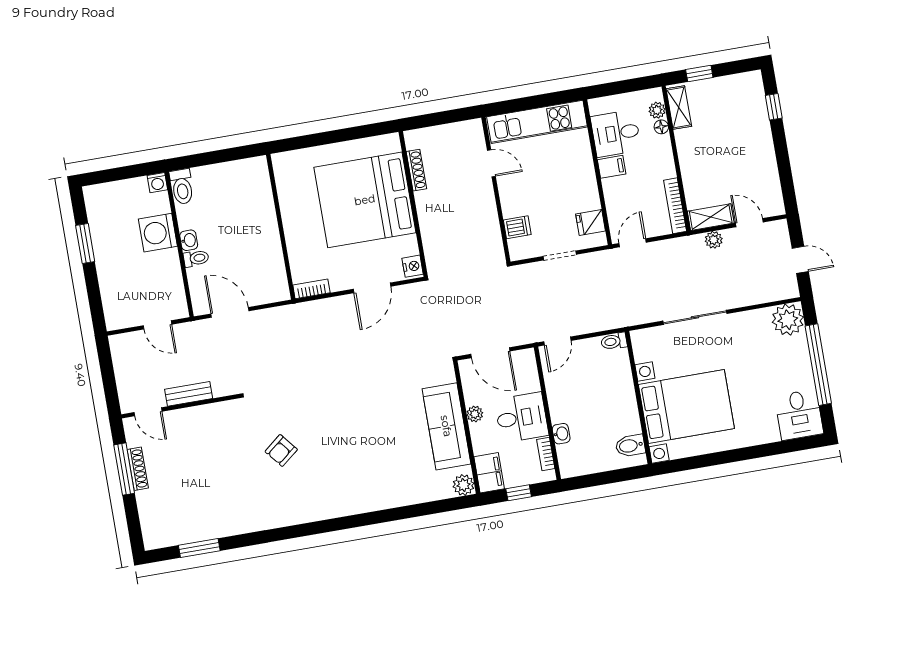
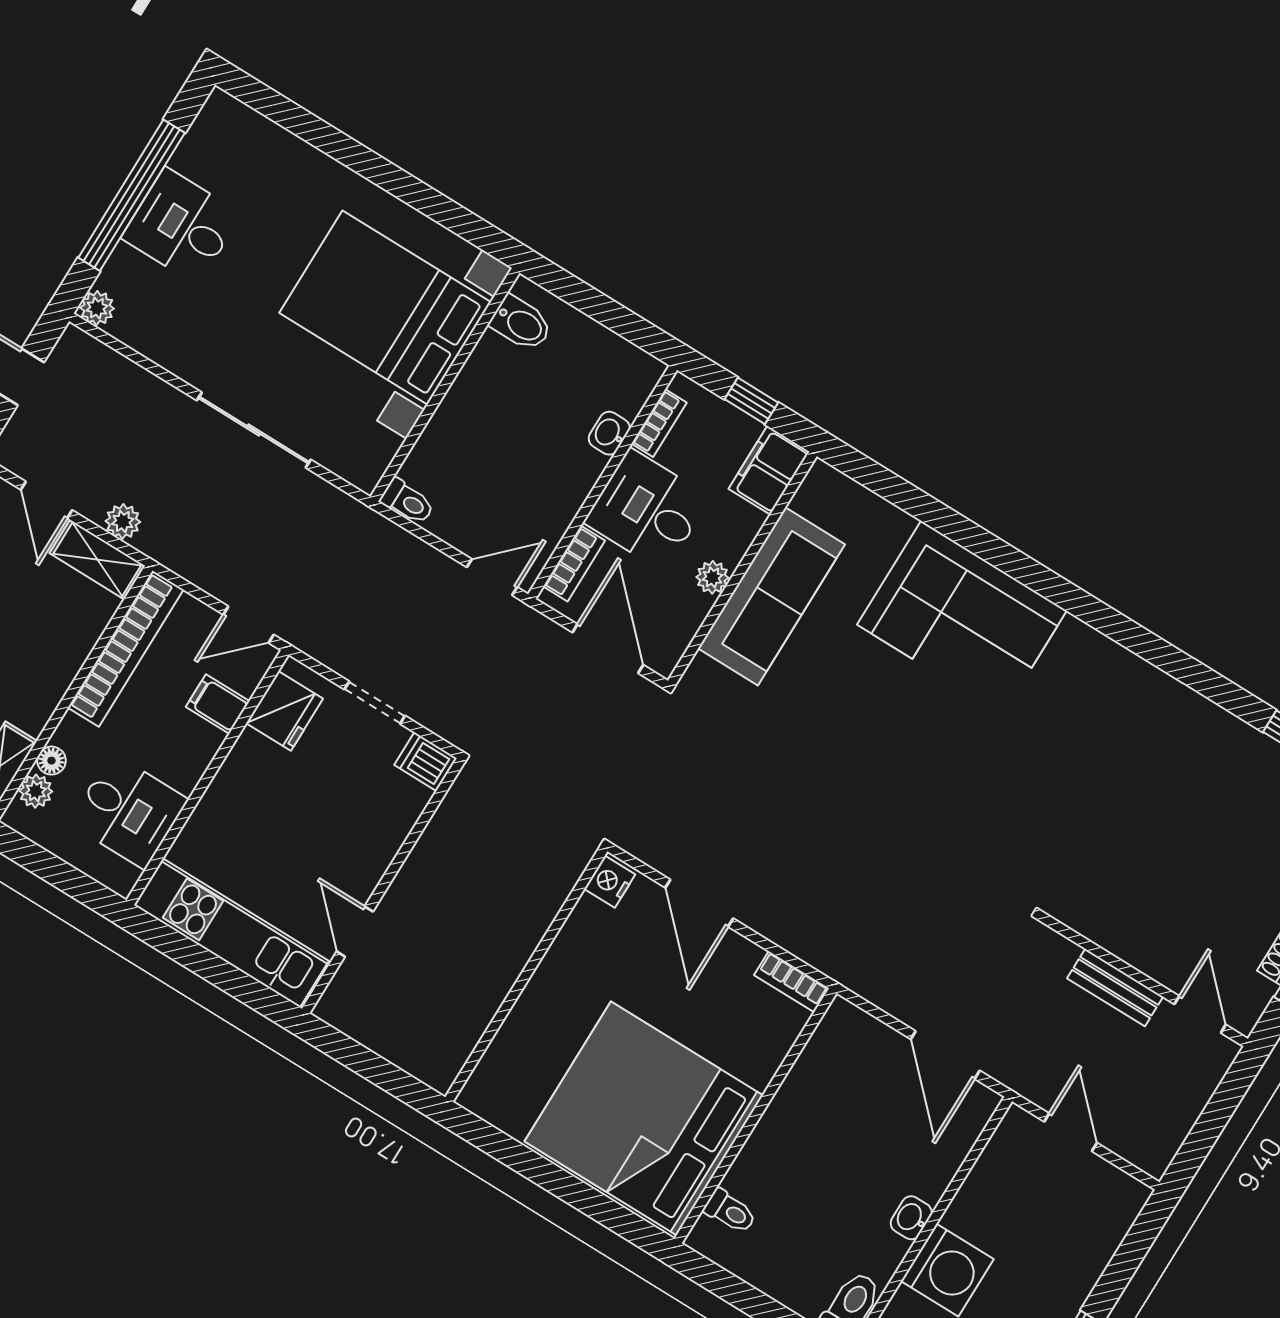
filing cabinet: (612, 167) -> (218, 704), moved
shoe rack: (416, 170) -> (476, 1021), removed
bed: (365, 200) -> (644, 1118), moved, turned 180
bookcase: (675, 206) -> (126, 649), width x1.48, depth x1.31
fridge: (591, 223) -> (285, 711), width x1.38
dishwasher: (517, 227) -> (425, 762), moved
toilet: (196, 258) -> (730, 1211), moved, turned 180
door: (372, 288) -> (699, 903), swing flipped
plant: (788, 320) -> (97, 308), width x0.53, depth x0.53
bookcase: (531, 373) -> (574, 564), added
desk: (799, 415) -> (181, 226), moved, turned -90
armchair: (281, 450) -> (1051, 780), removed
corner sofa: (368, 481) -> (962, 618), added
plant: (464, 485) -> (824, 486), removed

